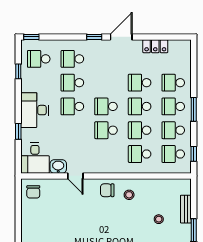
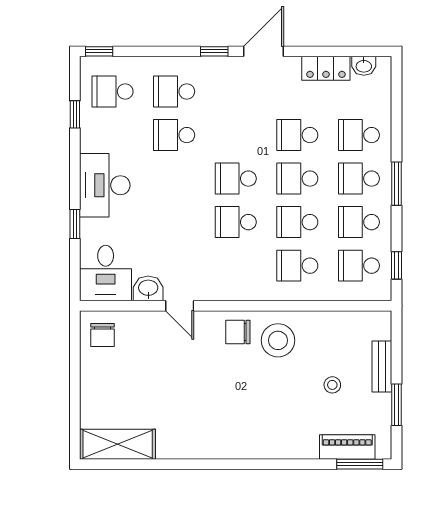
washbasin: (176, 45) -> (364, 66), added
school desk: (72, 106) -> (174, 179), removed
stool: (129, 195) -> (278, 340), width x1.89, depth x1.89

